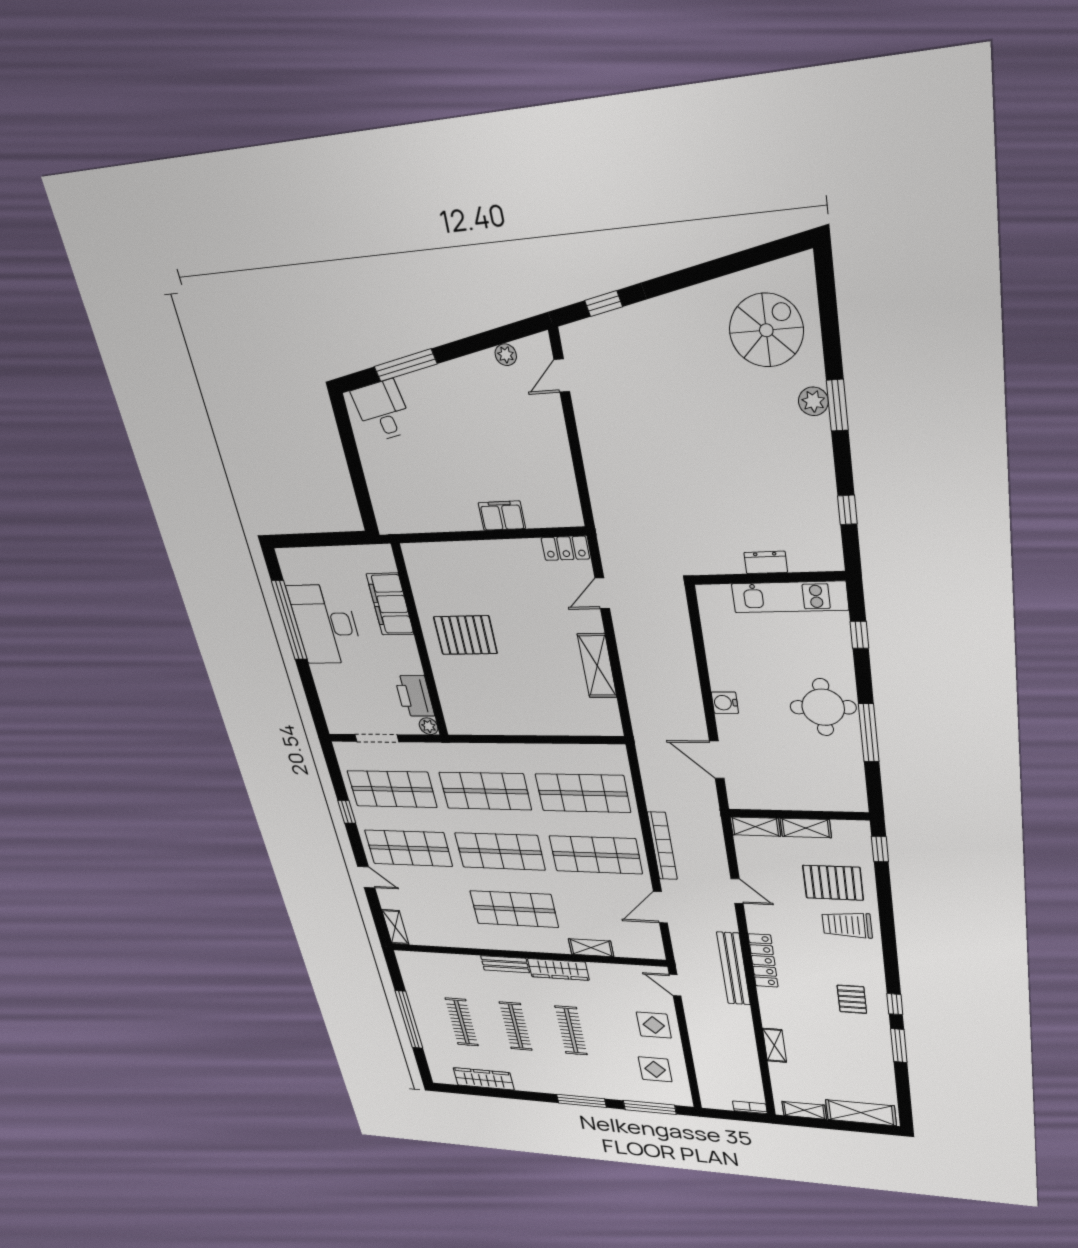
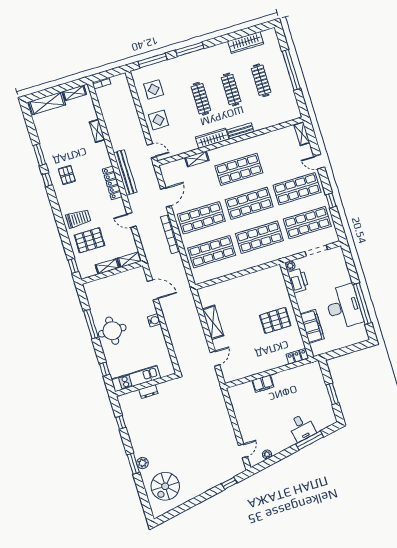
desk: (382, 411) -> (302, 428), moved
window: (352, 457) -> (332, 394), added
locker: (565, 548) -> (297, 356), moved

